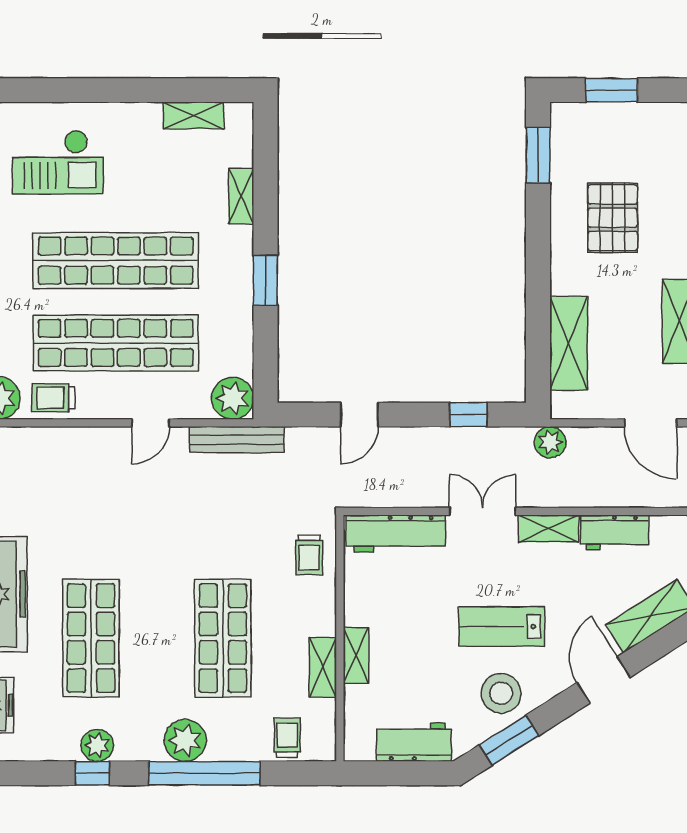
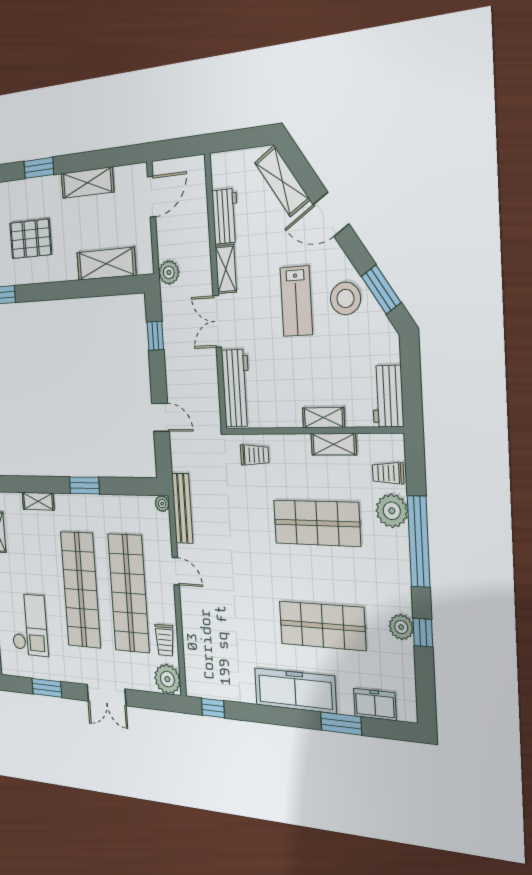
plant: (233, 398) -> (162, 504), width x0.53, depth x0.53
plant: (185, 740) -> (392, 511), moved
workbench: (414, 742) -> (388, 396), moved

